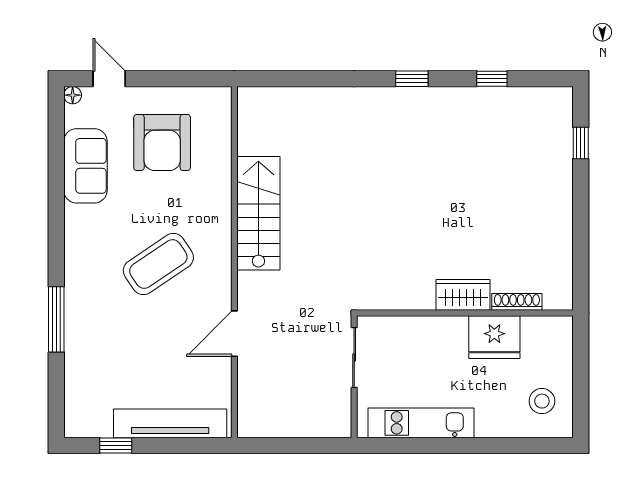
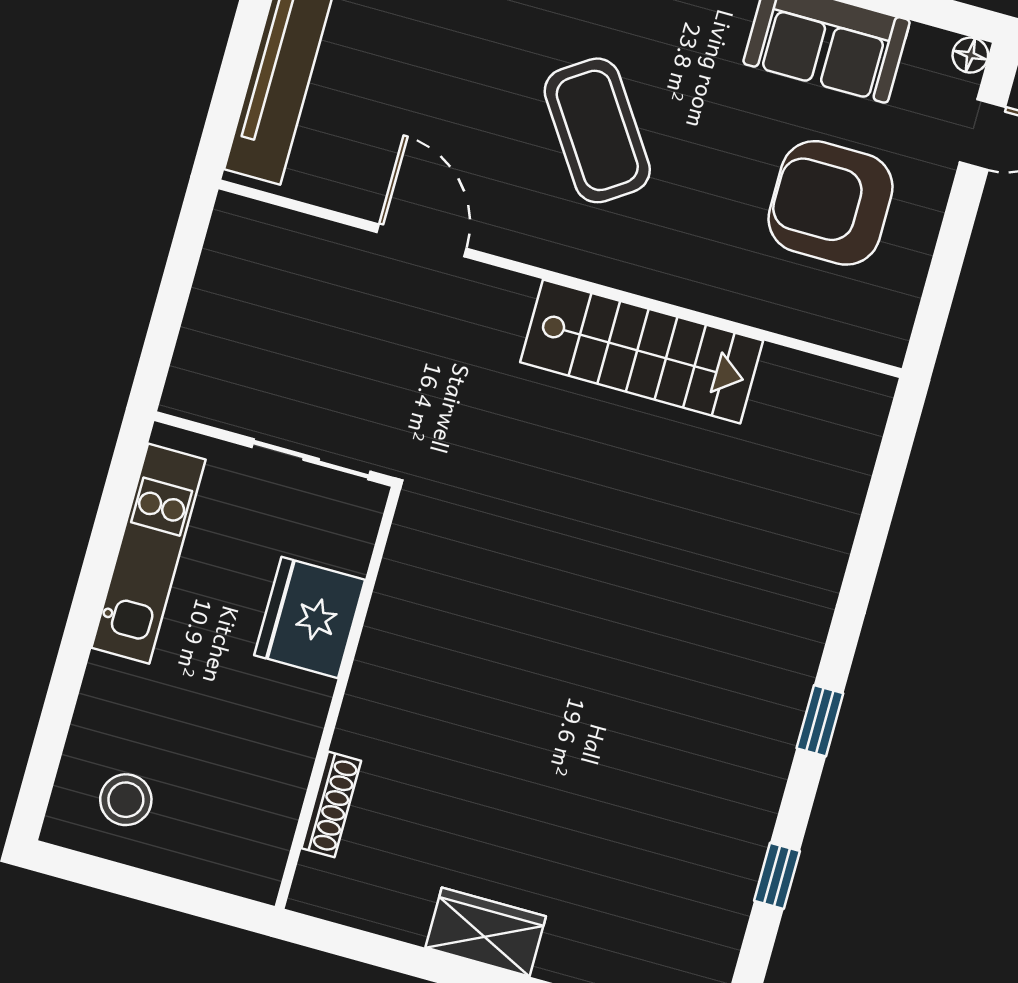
wardrobe: (463, 295) -> (486, 932), moved, turned -90
fridge: (494, 337) -> (310, 617), moved

